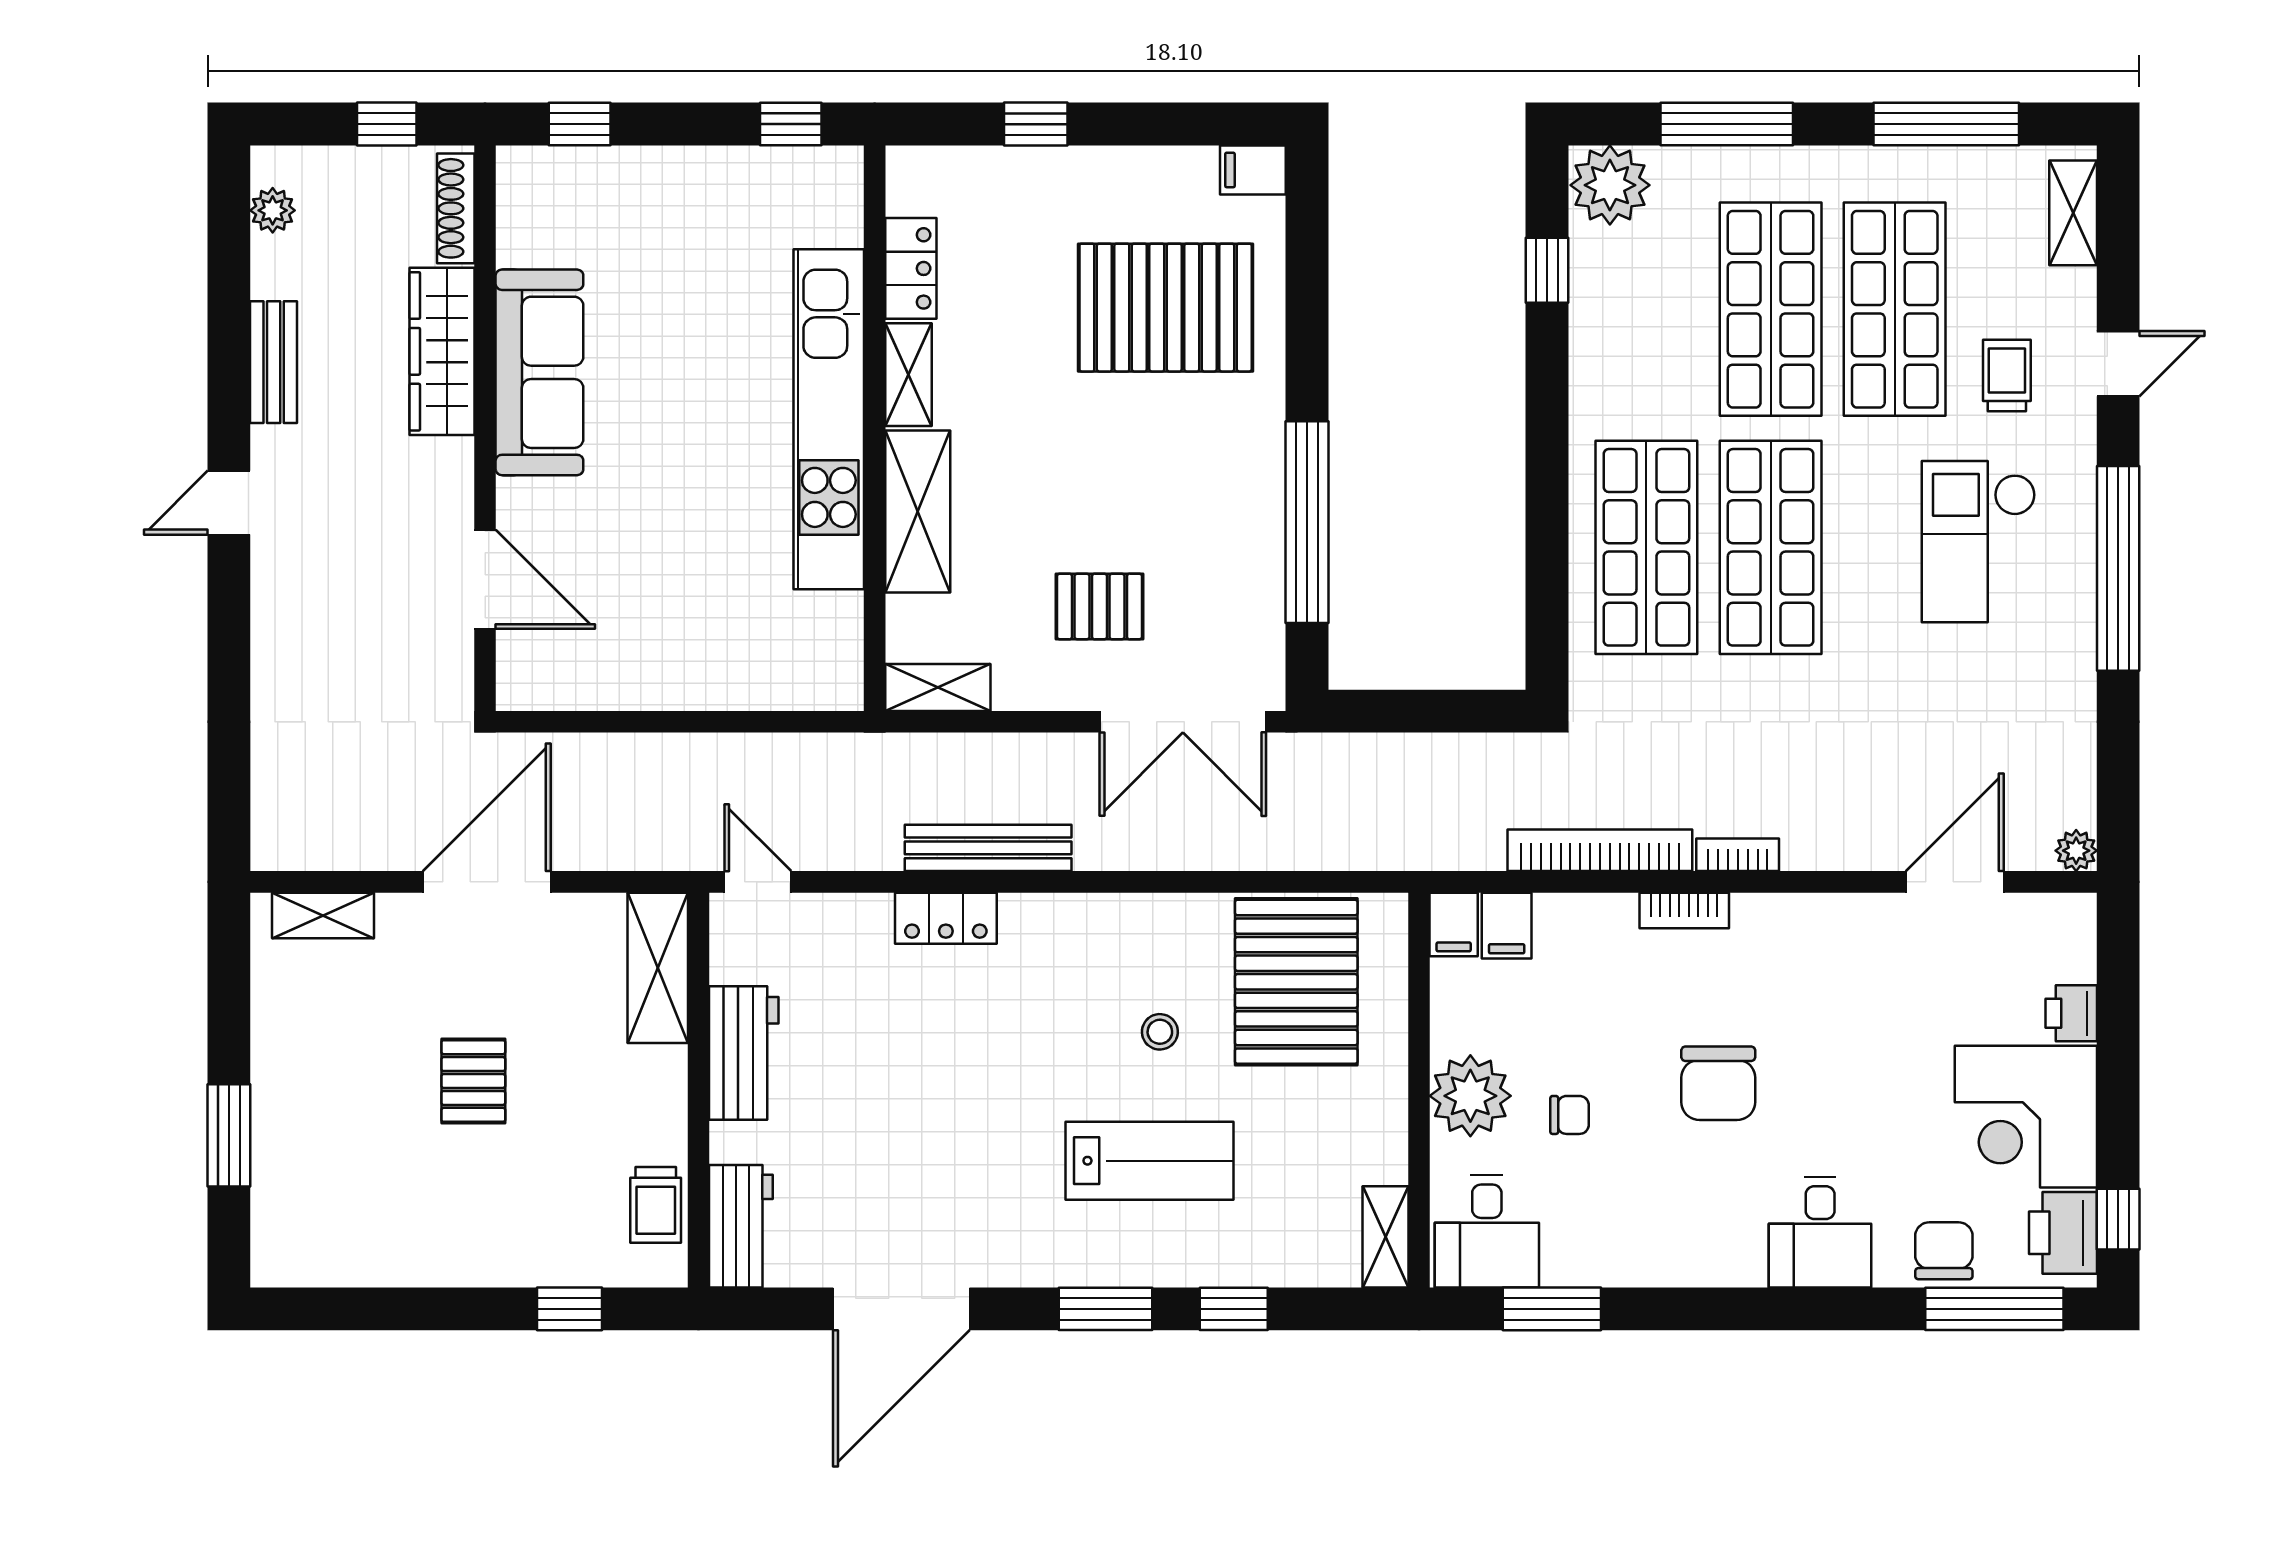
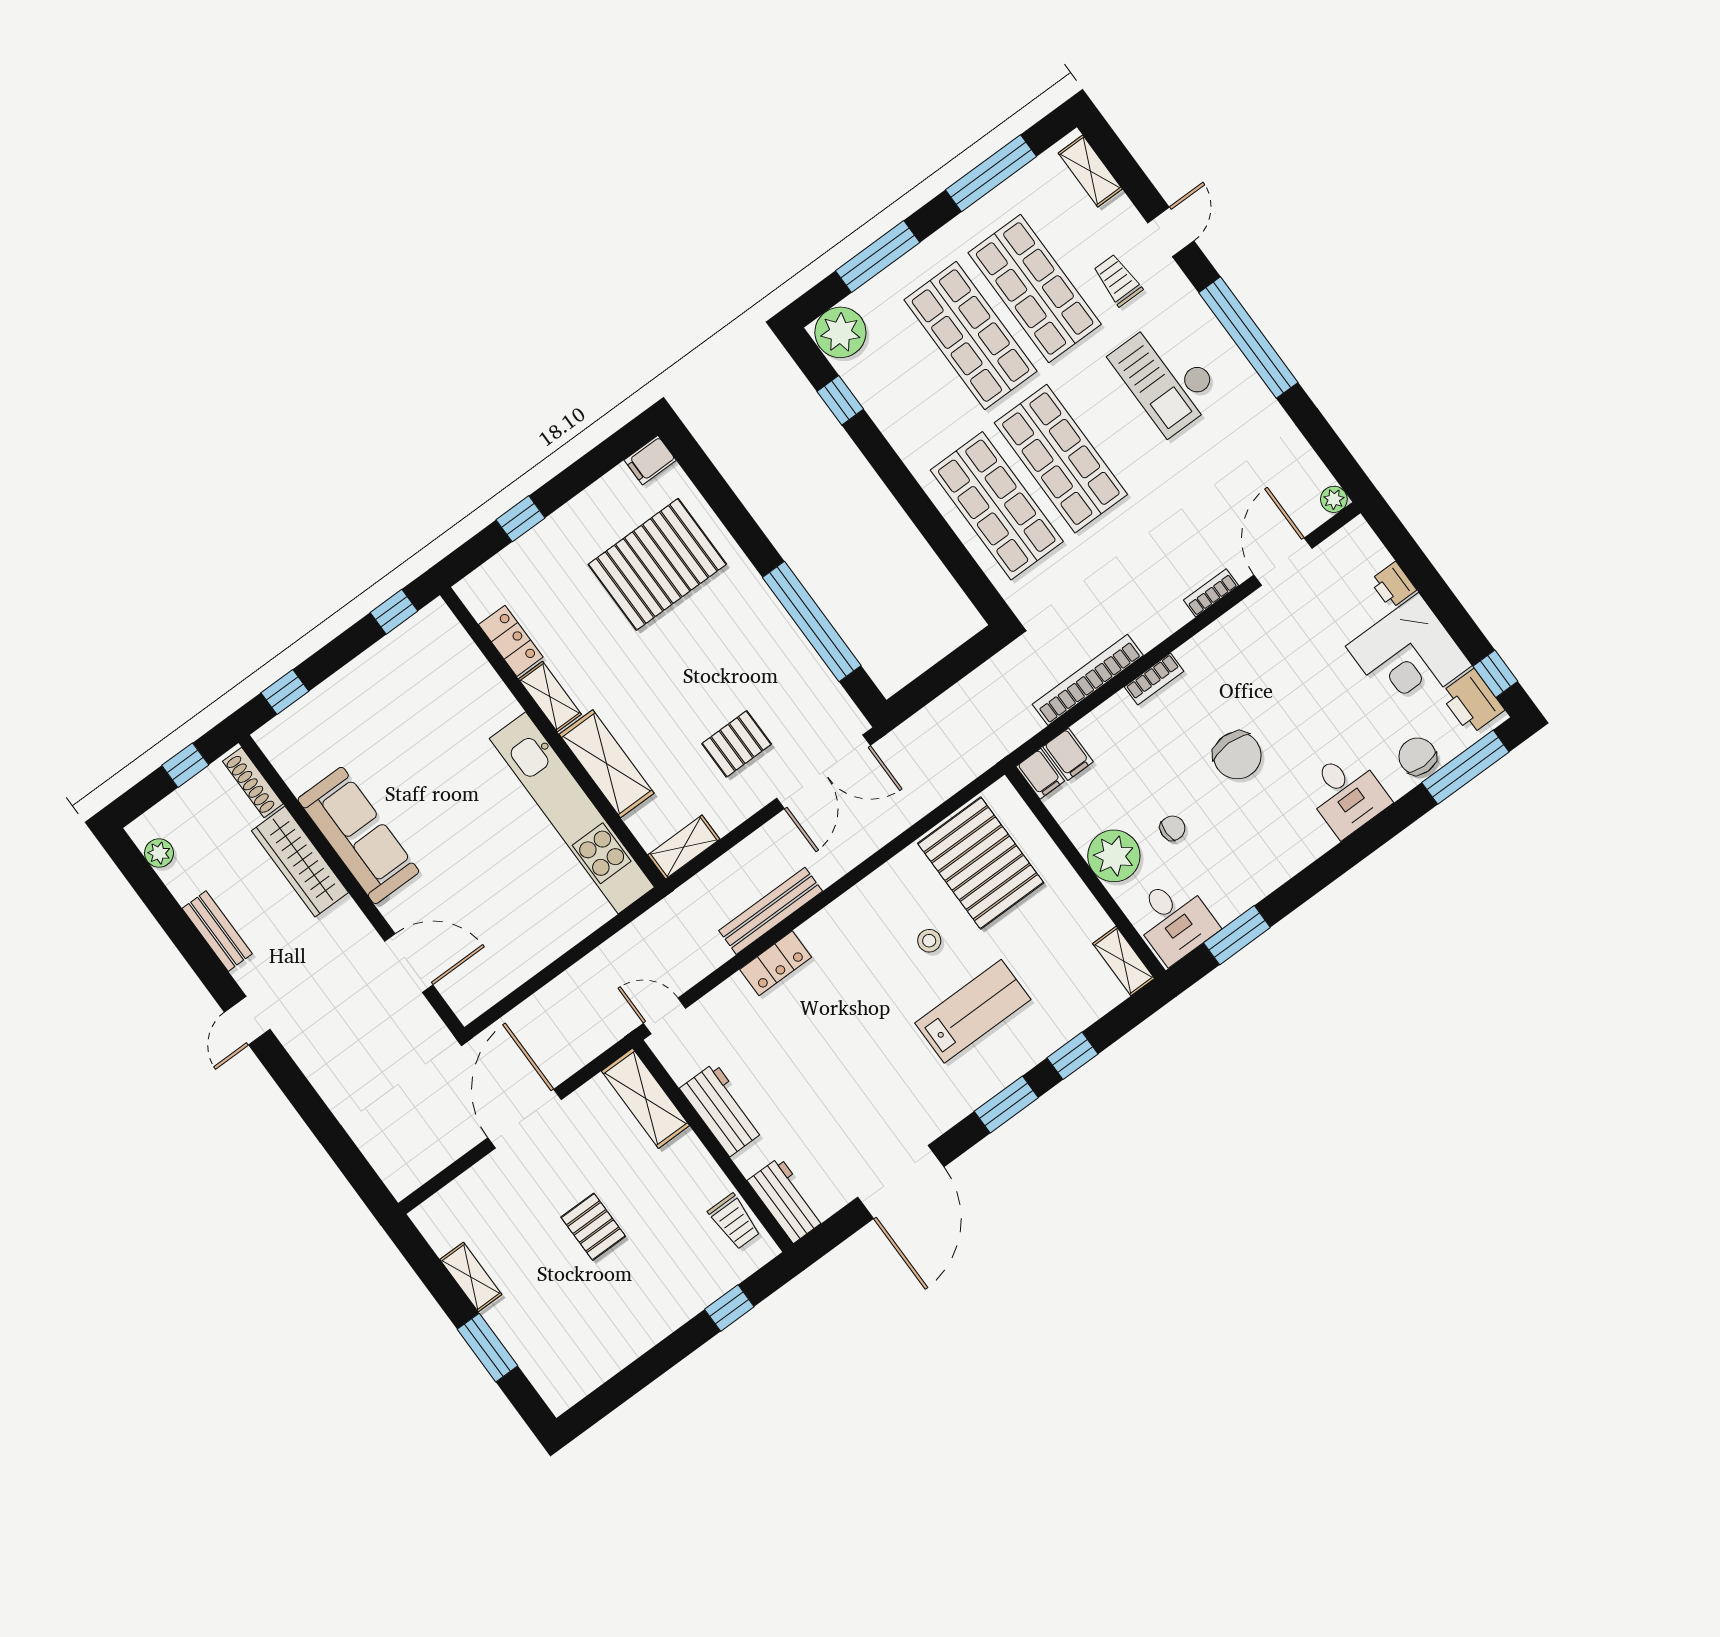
kitchen unit: (829, 419) -> (572, 813), moved
bookcase: (1738, 855) -> (1211, 593), moved
shelving: (323, 915) -> (471, 1277), moved, turned 90

